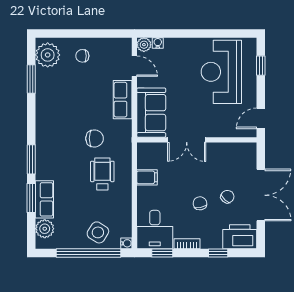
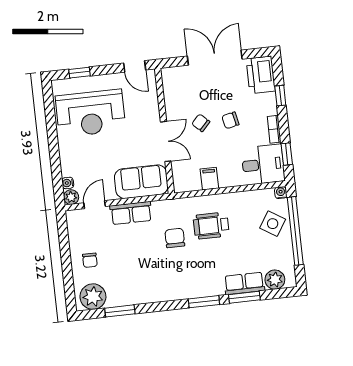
chair: (227, 197) -> (201, 123), moved

